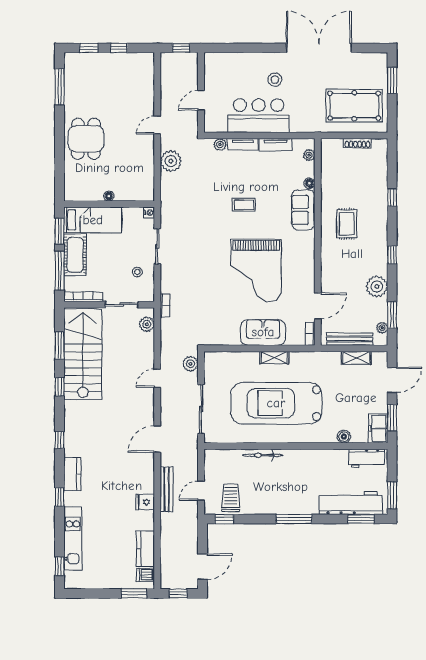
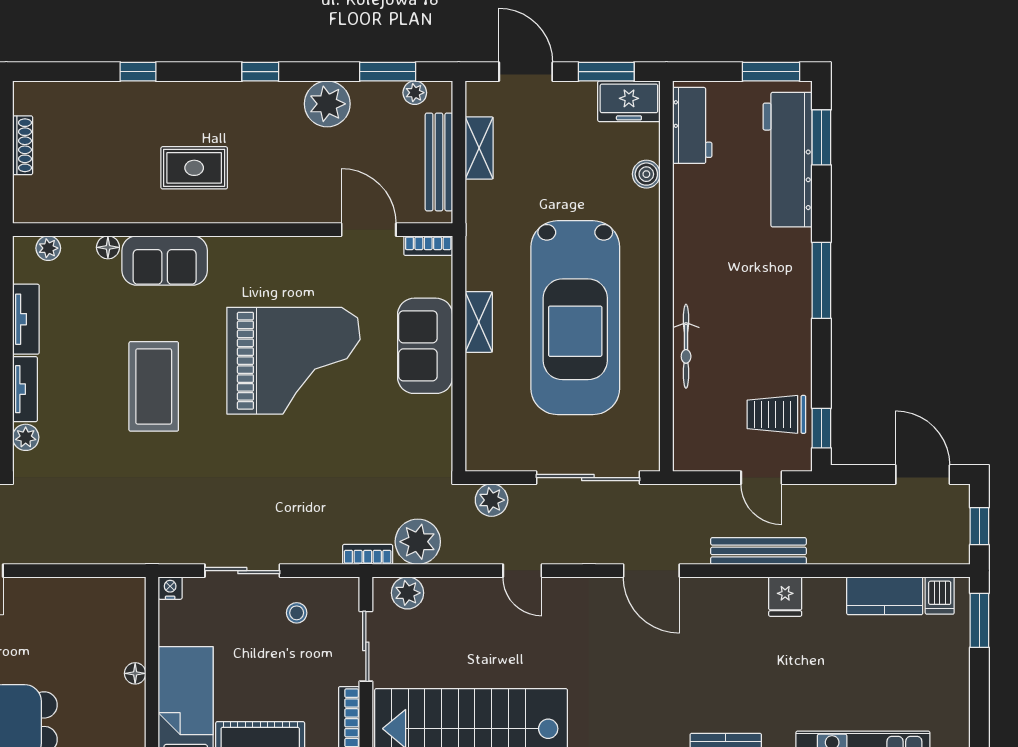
plant: (171, 161) -> (418, 542), moved
coffee table: (244, 205) -> (154, 386), width x1.86, depth x1.72

